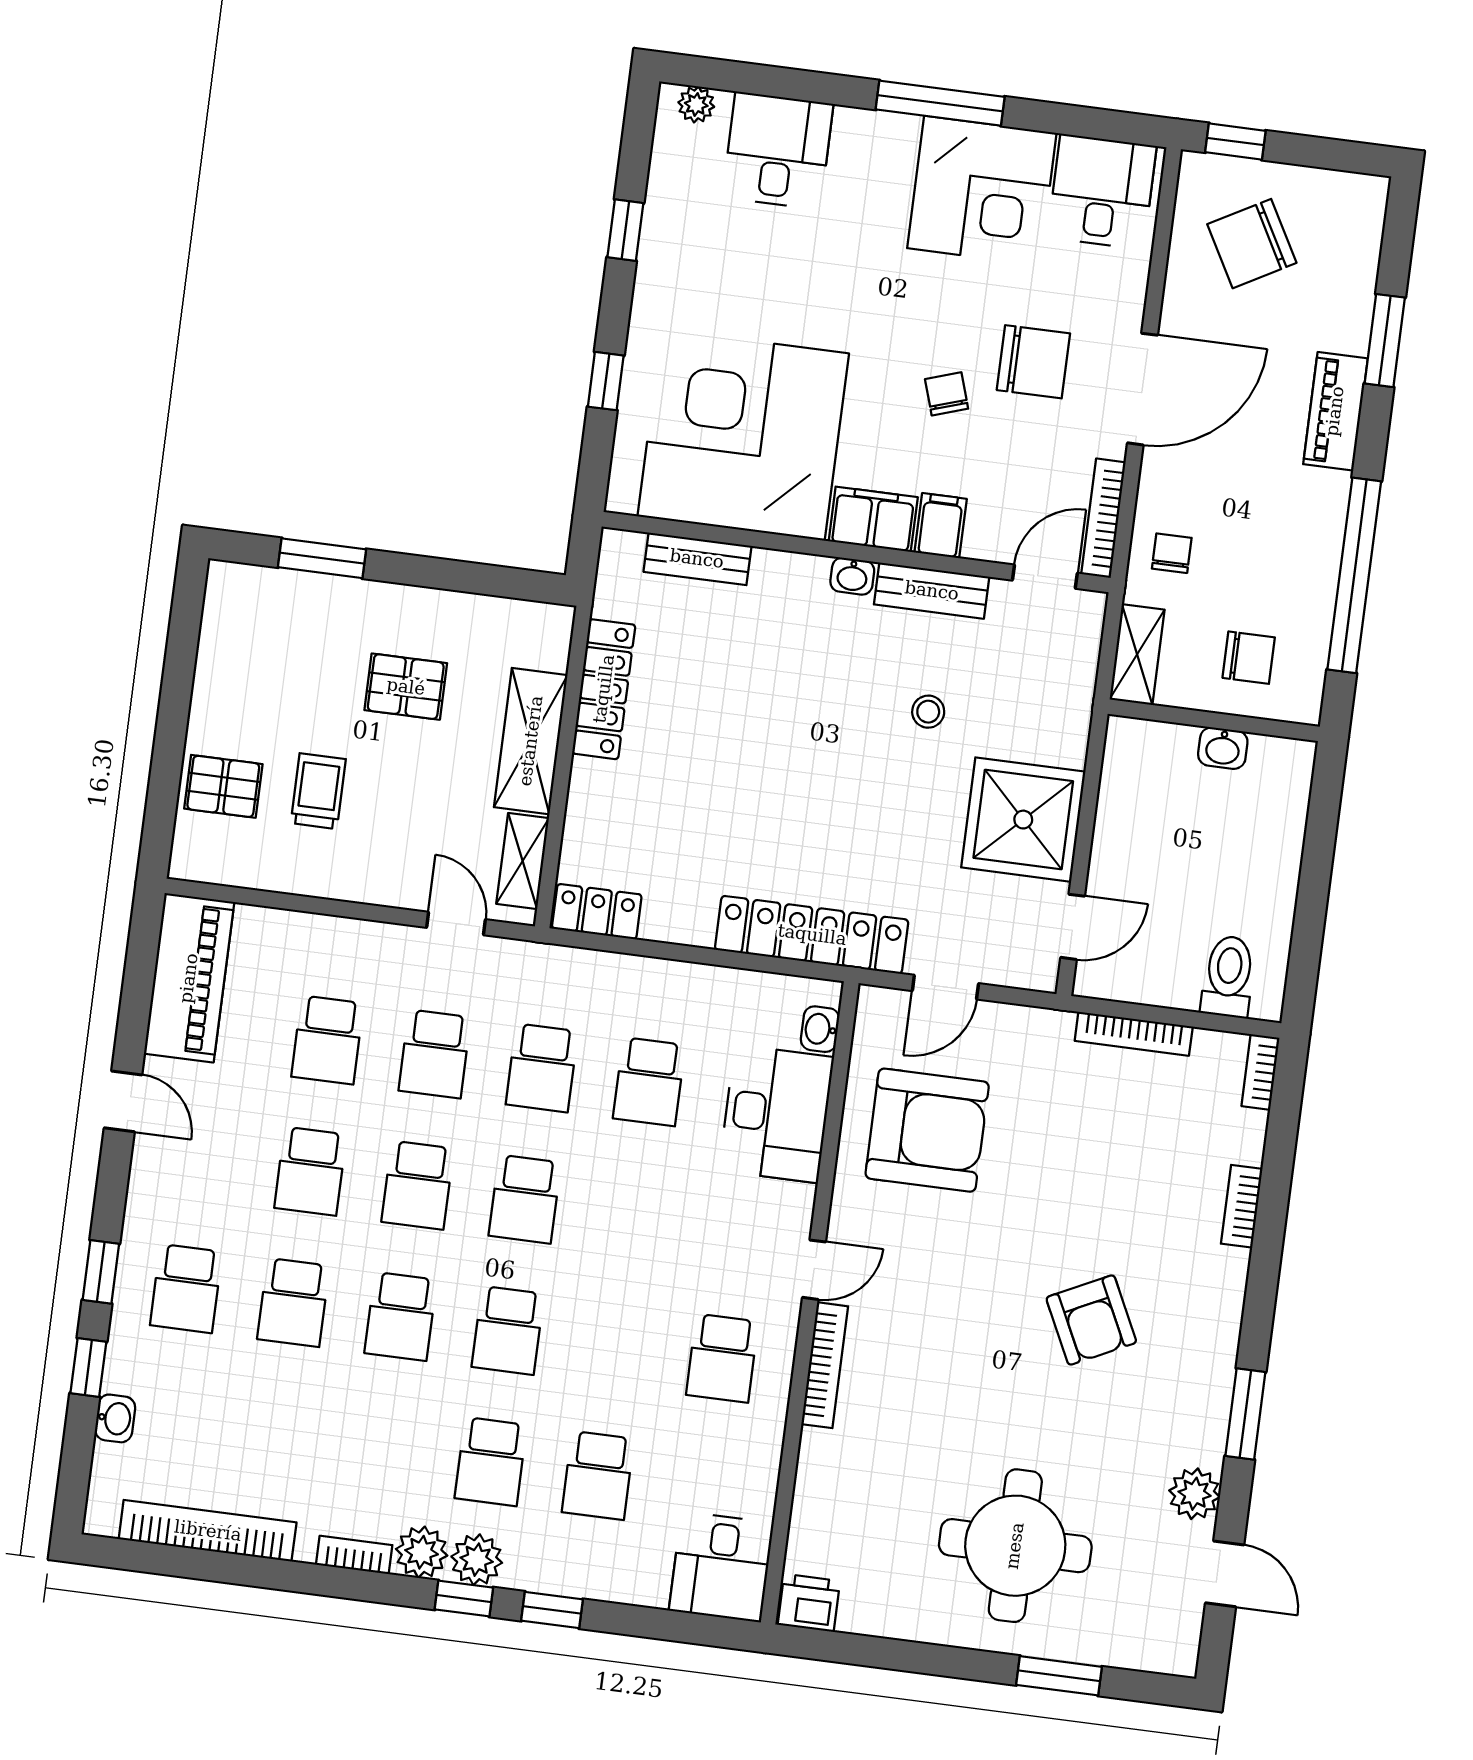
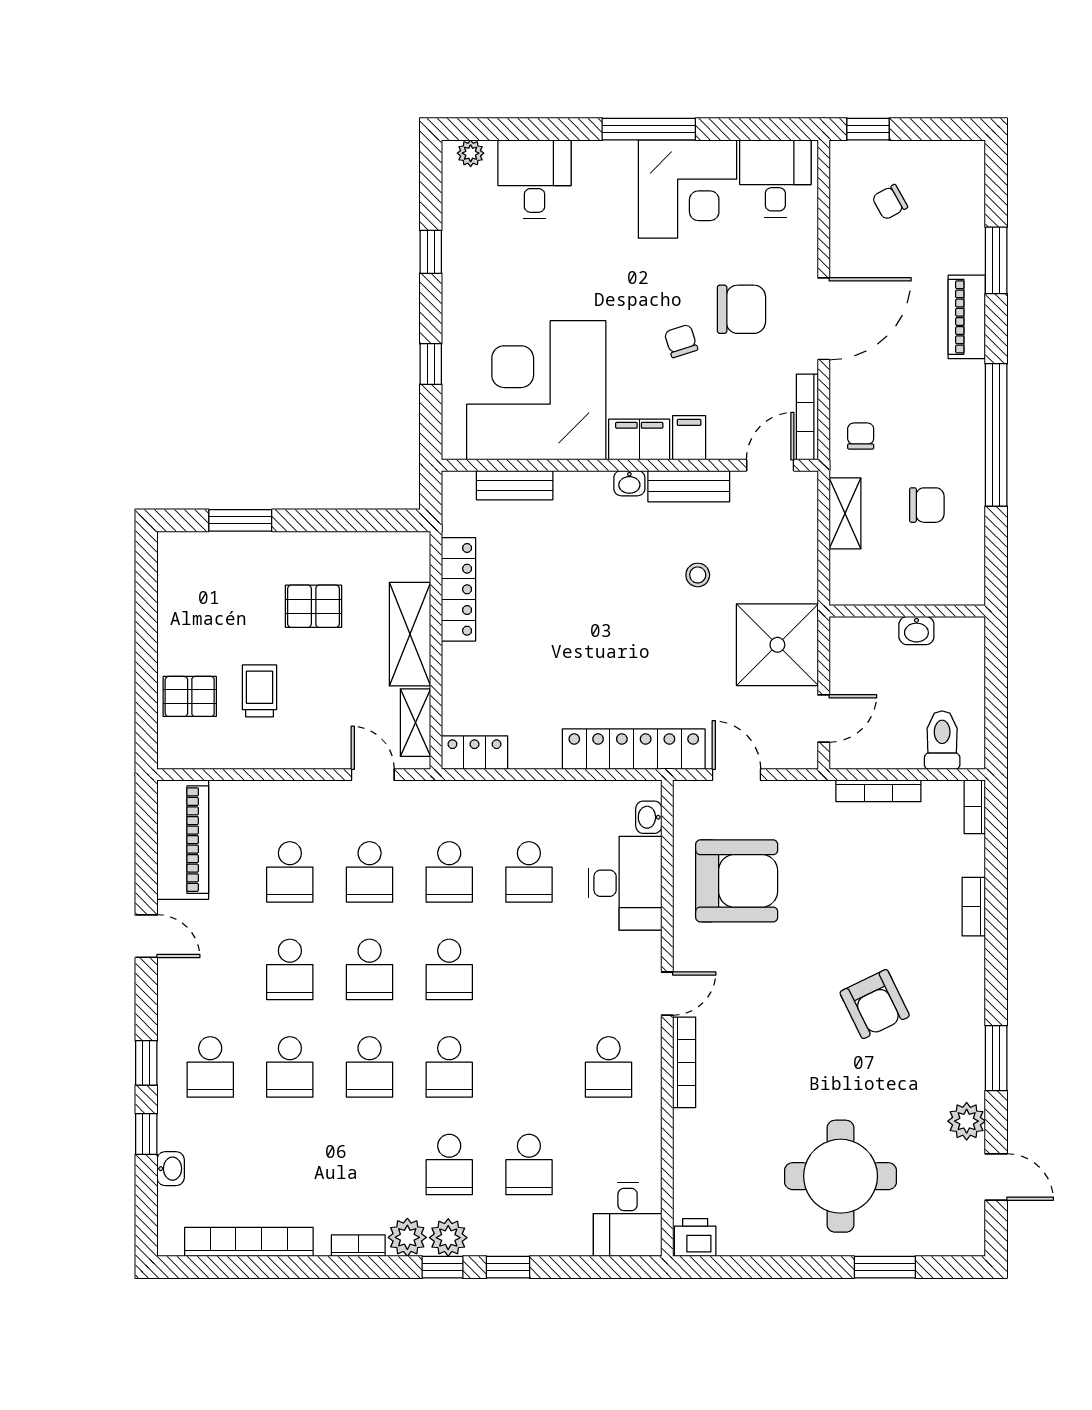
chair: (1252, 244) -> (890, 202), width x0.54, depth x0.54
wall: (1214, 720) -> (907, 611), moved
washbasin: (1223, 748) -> (916, 631), moved
door: (945, 987) -> (736, 775), swing flipped

